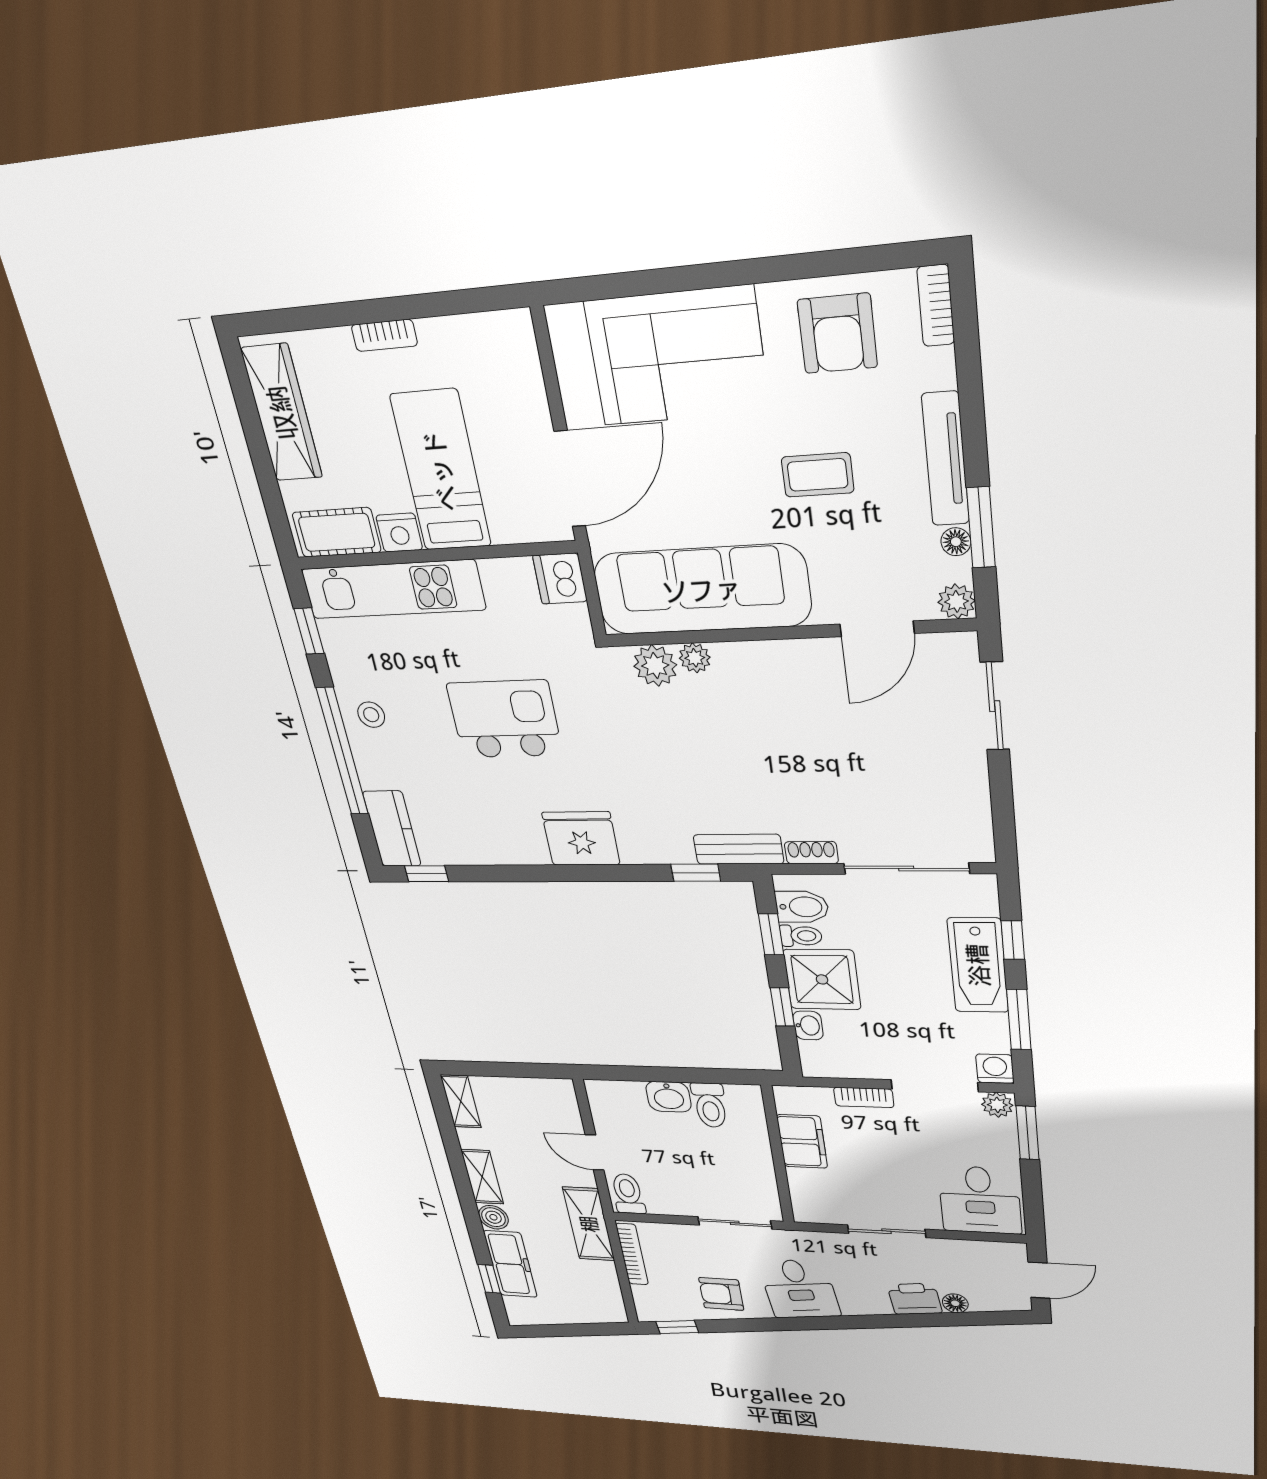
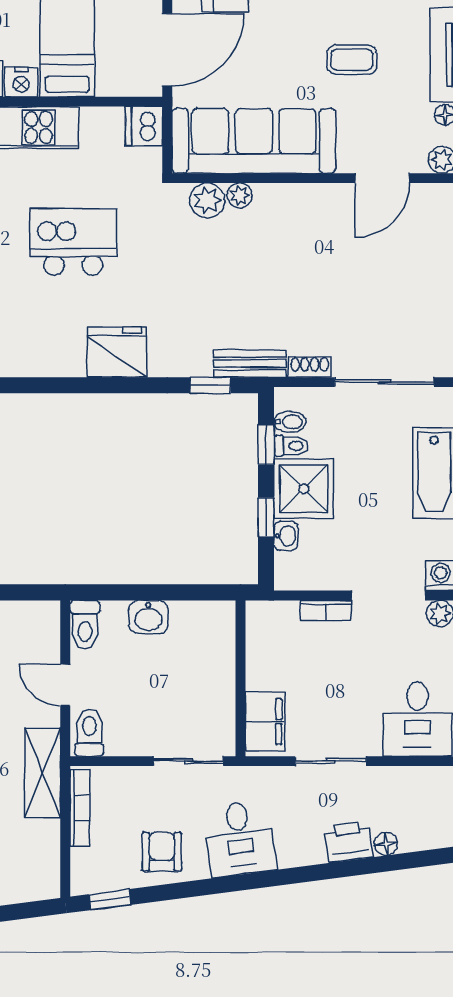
bidet: (802, 907) -> (290, 422), width x0.72, depth x0.74
toilet: (710, 1105) -> (85, 625), moved
filing cabinet: (802, 1141) -> (265, 722), moved
armchair: (721, 1294) -> (162, 852), turned 90

